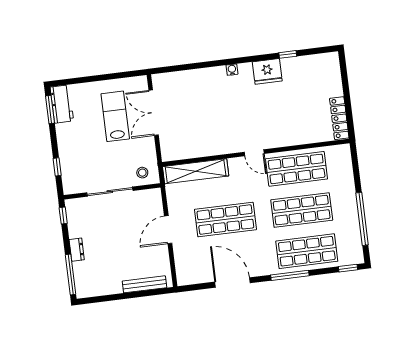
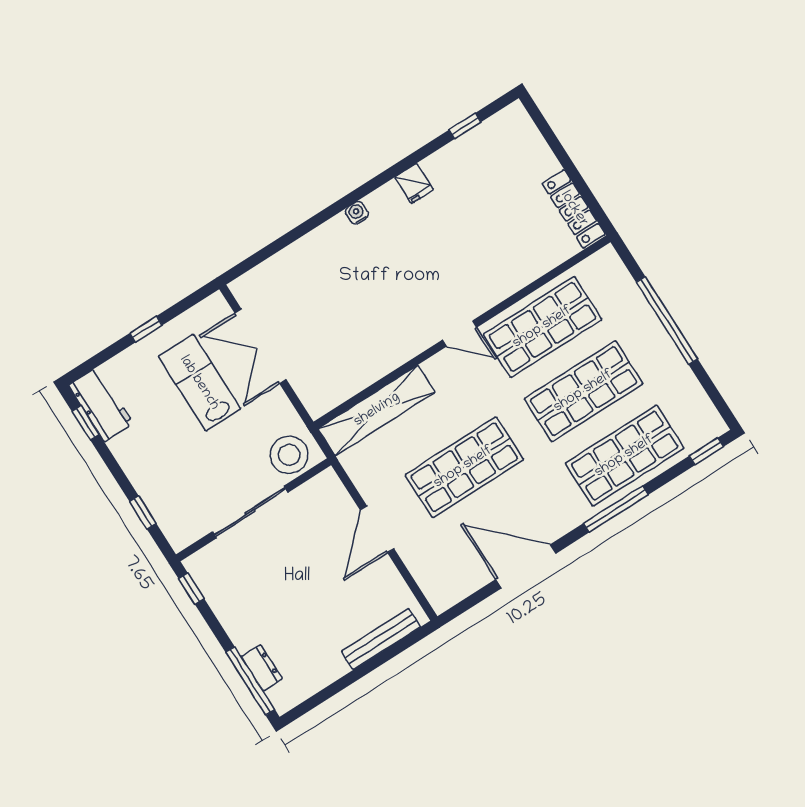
window: (288, 54) -> (465, 126), moved
fridge: (267, 71) -> (414, 183), width x0.53, depth x0.75
window: (101, 78) -> (146, 329), added
window: (50, 109) -> (86, 423), width x0.67
stool: (142, 173) -> (289, 455), width x1.89, depth x1.89
window: (362, 219) -> (667, 321), moved
dresser: (77, 250) -> (262, 668), moved

